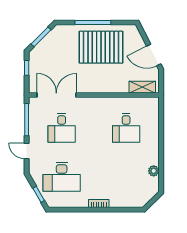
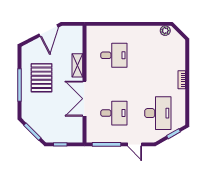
pallet: (101, 47) -> (42, 78), width x0.73, depth x0.71
shelving: (142, 87) -> (77, 65), moved
double door: (56, 95) -> (84, 99), moved
door: (27, 151) -> (135, 144), hinge flipped
plant: (154, 171) -> (165, 31), moved

